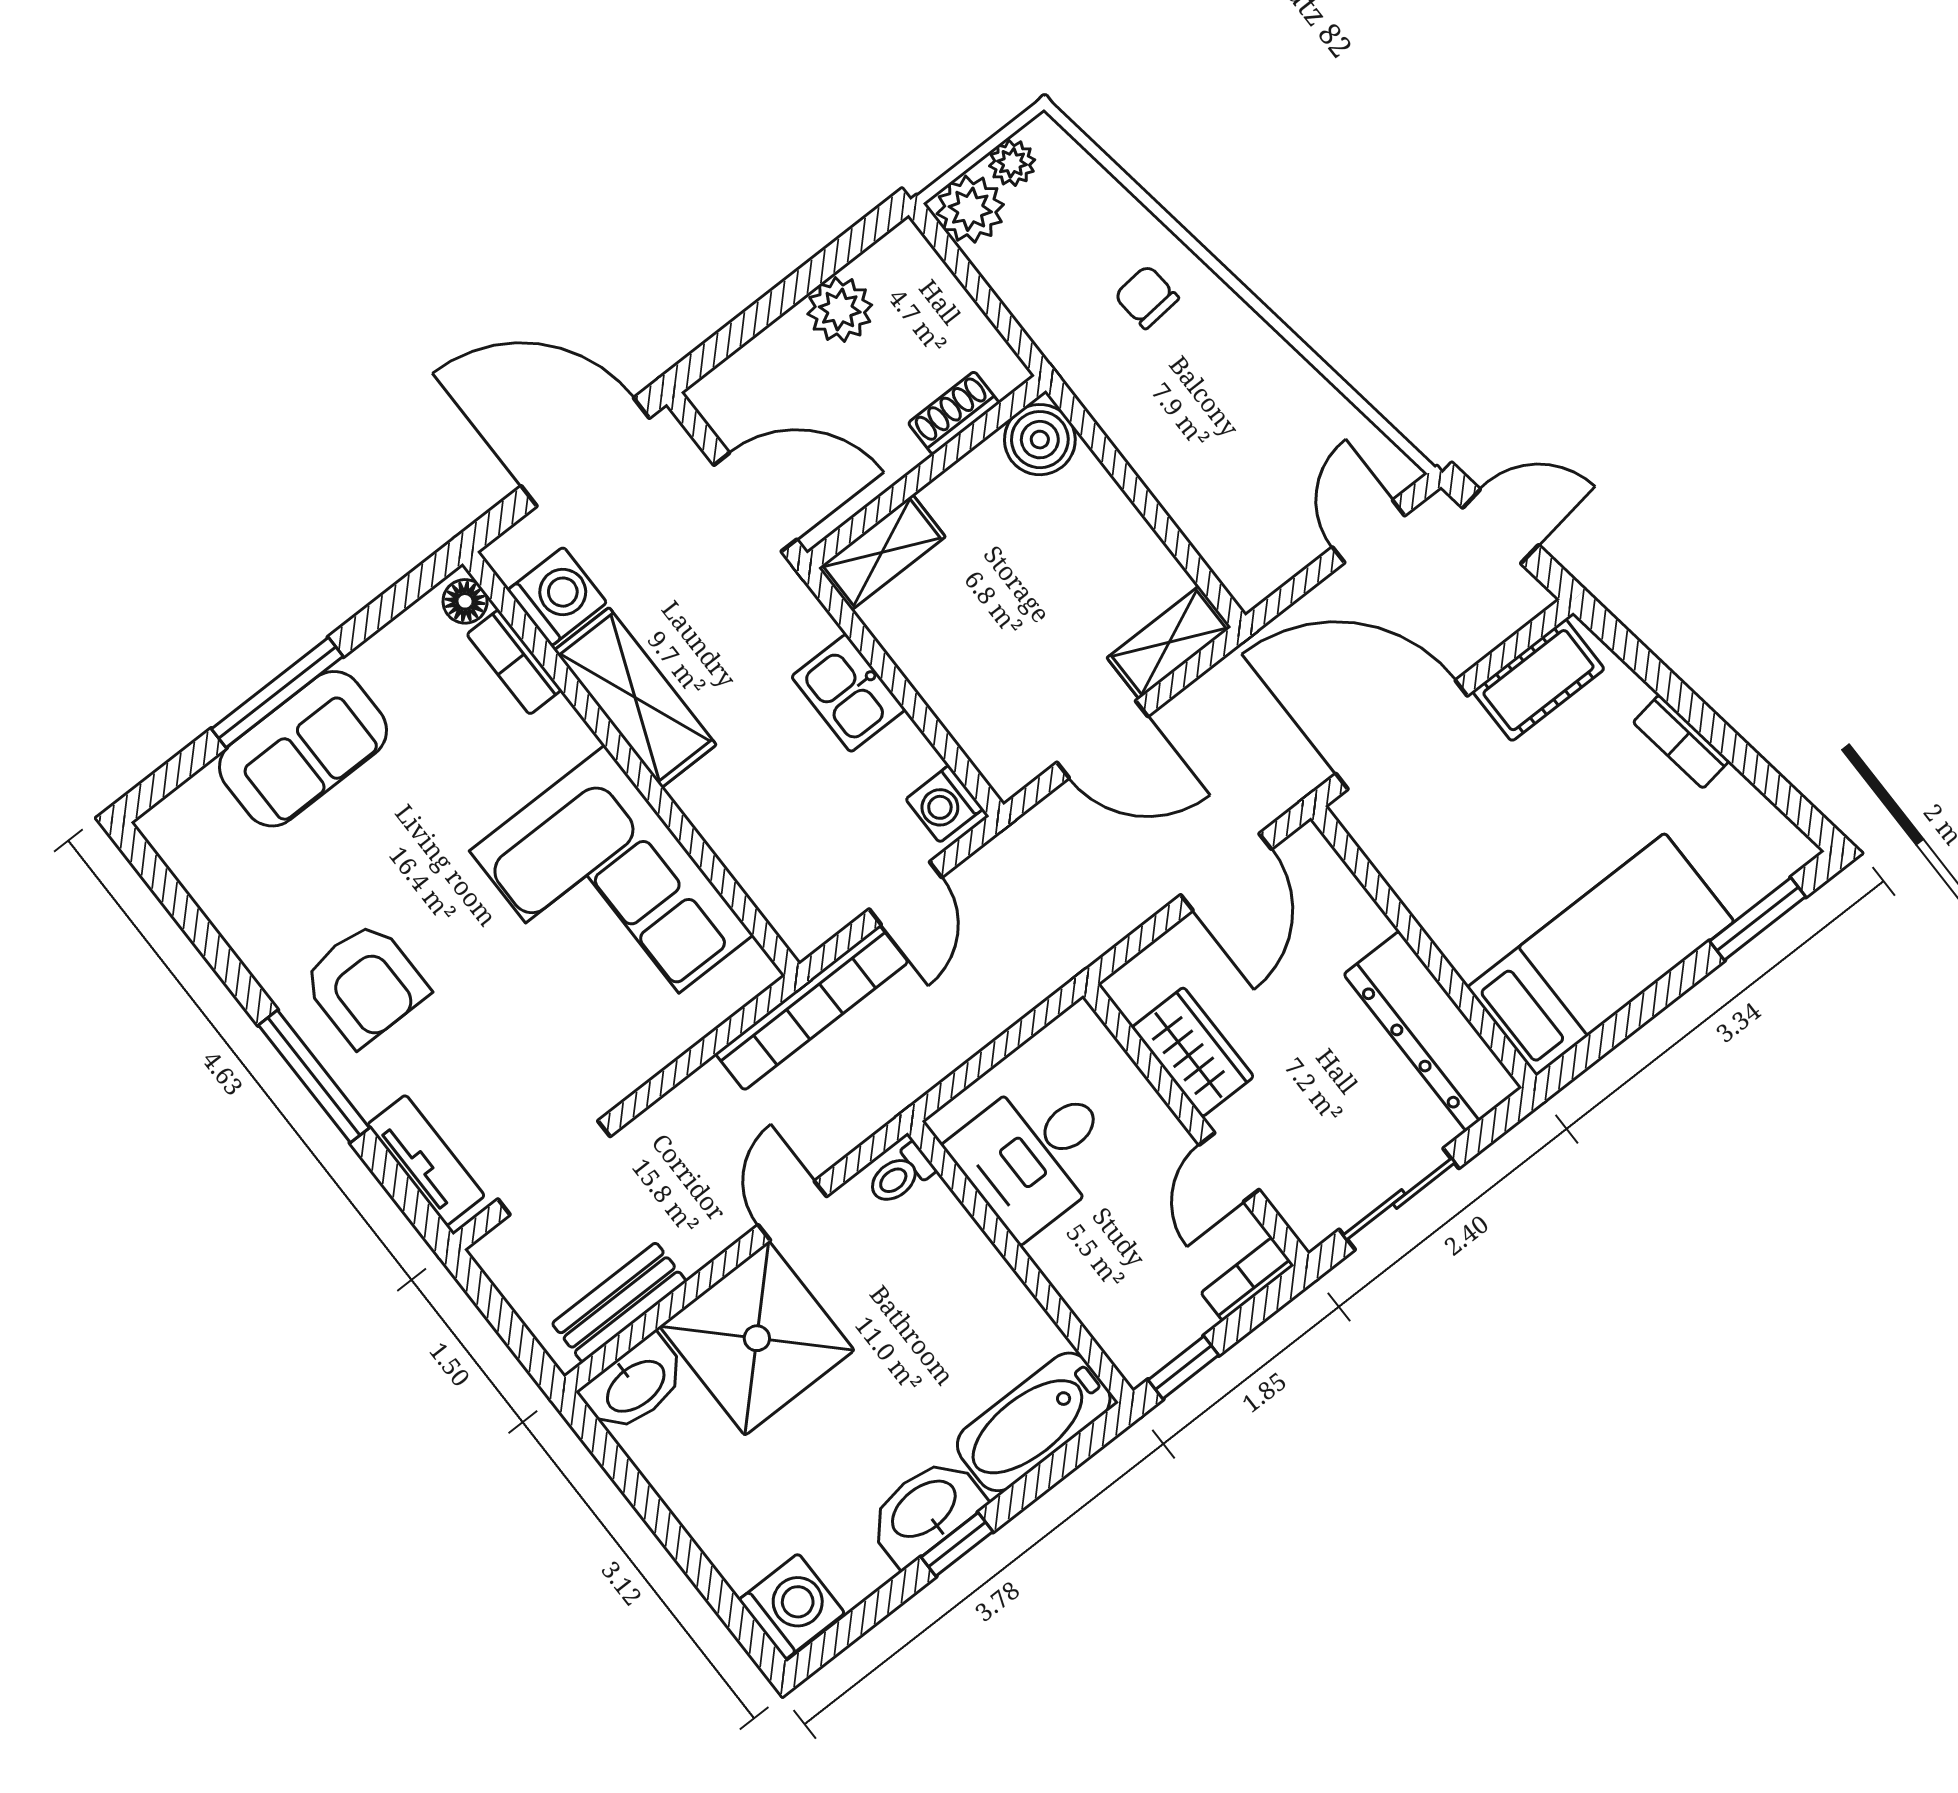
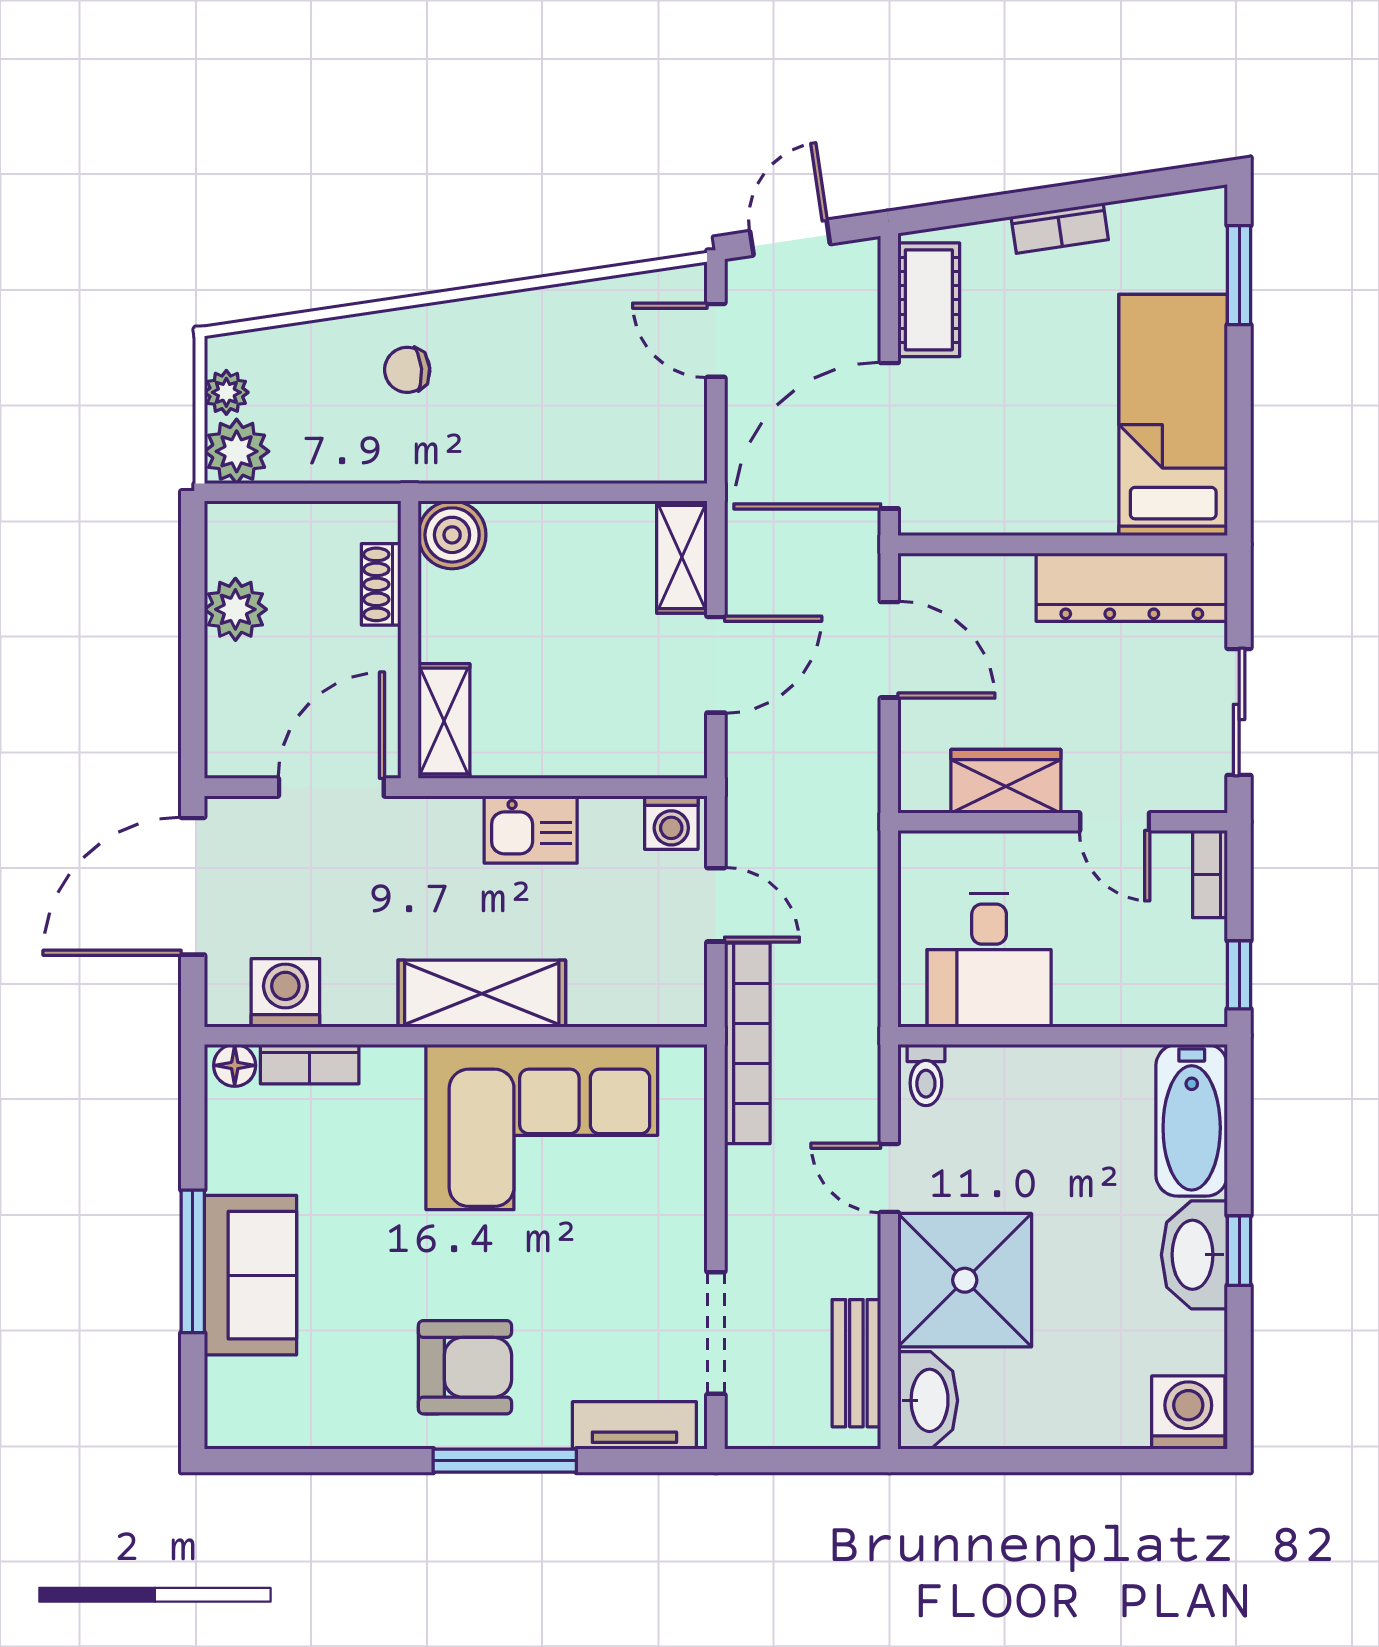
shelving: (635, 698) -> (482, 994), moved

